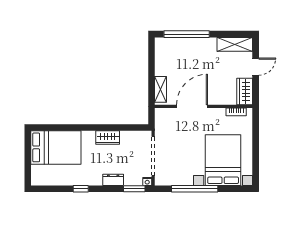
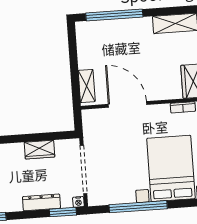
door: (192, 106) -> (128, 104), hinge flipped
wardrobe: (108, 137) -> (39, 150), moved
dresser: (113, 180) -> (42, 202), width x1.44

